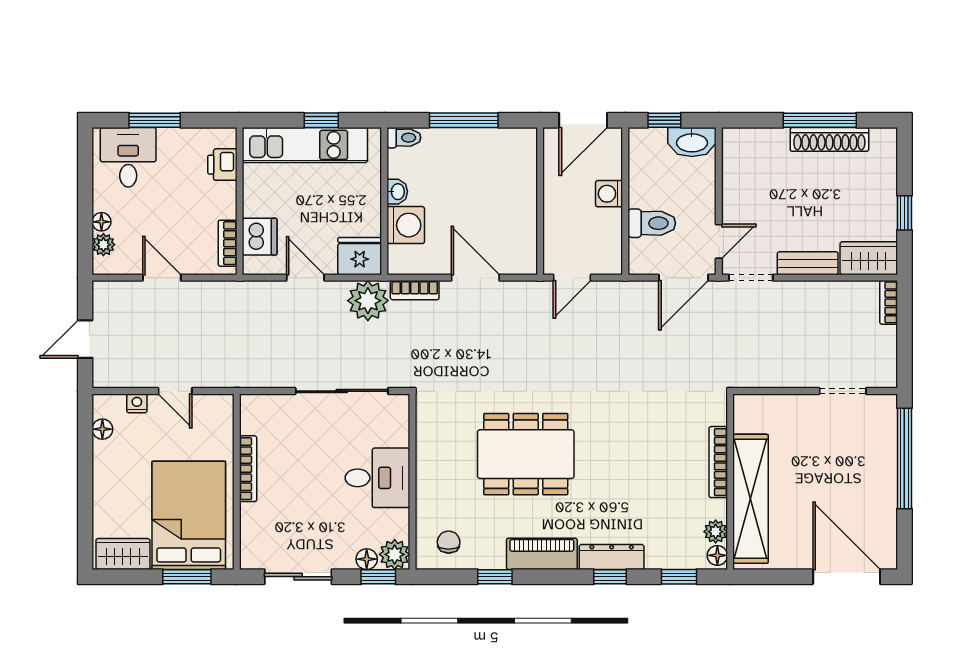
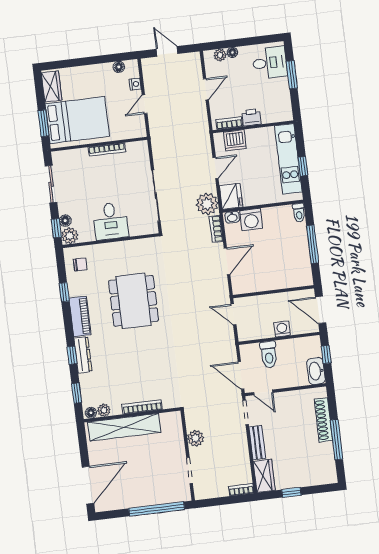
shoe rack: (829, 139) -> (323, 420), moved
printer: (222, 165) -> (252, 117), moved
washbasin: (397, 192) -> (232, 217), moved
plant: (786, 373) -> (196, 438), added

